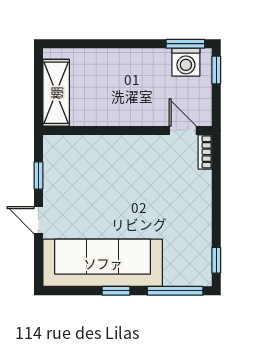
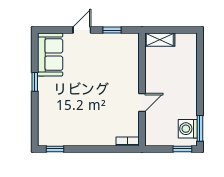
shelving: (56, 93) -> (160, 40), width x0.67, depth x0.75
door: (183, 130) -> (142, 103), moved
sofa: (103, 263) -> (50, 55), width x0.54, depth x0.79
window: (175, 291) -> (35, 121), removed

